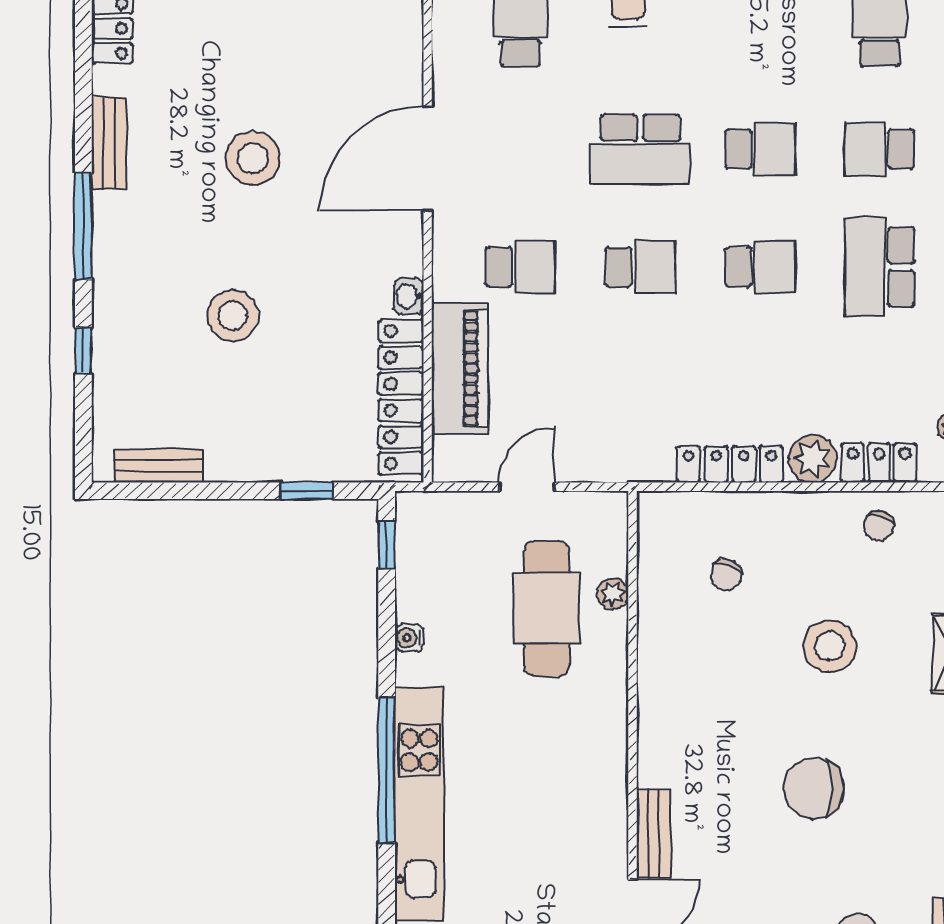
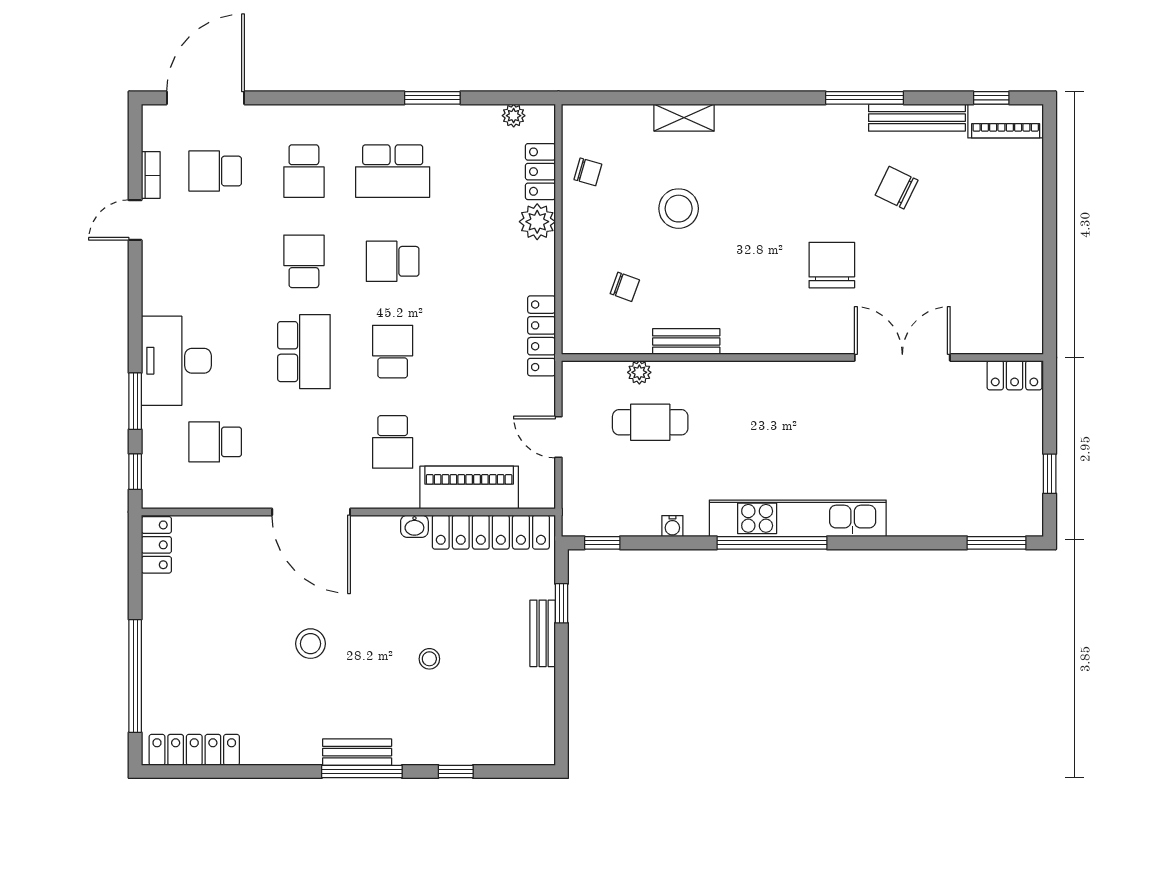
bench: (109, 143) -> (357, 752), moved
stool: (253, 158) -> (310, 644), width x0.73, depth x0.73
school desk: (520, 267) -> (393, 442), turned 180
school desk: (760, 267) -> (393, 261), turned -90
stool: (233, 316) -> (429, 659), width x0.53, depth x0.53
locker: (730, 464) -> (541, 336), moved
bench: (159, 466) -> (543, 633), moved
cafe table: (547, 608) -> (650, 422), width x0.73, depth x0.74
chair: (814, 789) -> (832, 265), moved, turned 180
bench: (654, 834) -> (686, 342), moved

